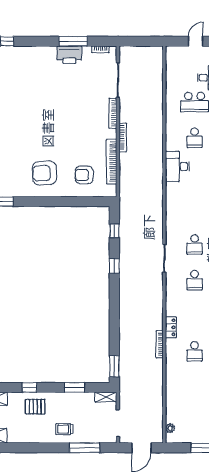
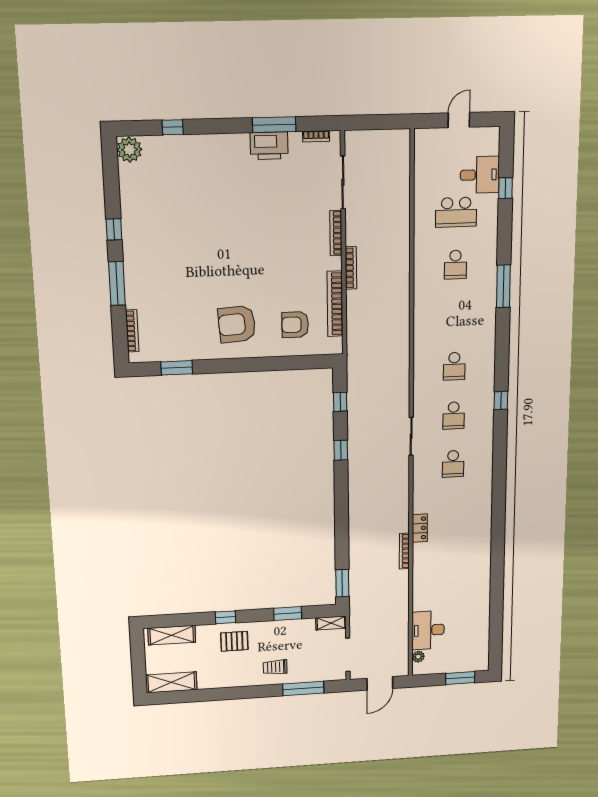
desk: (177, 166) -> (428, 630), moved
school desk: (195, 351) -> (454, 366), moved

